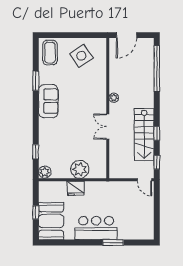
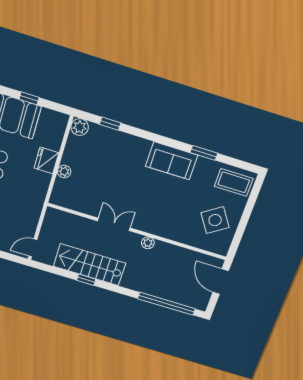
window: (157, 162) -> (50, 269), removed
plant: (80, 169) -> (64, 172), width x0.53, depth x0.53

